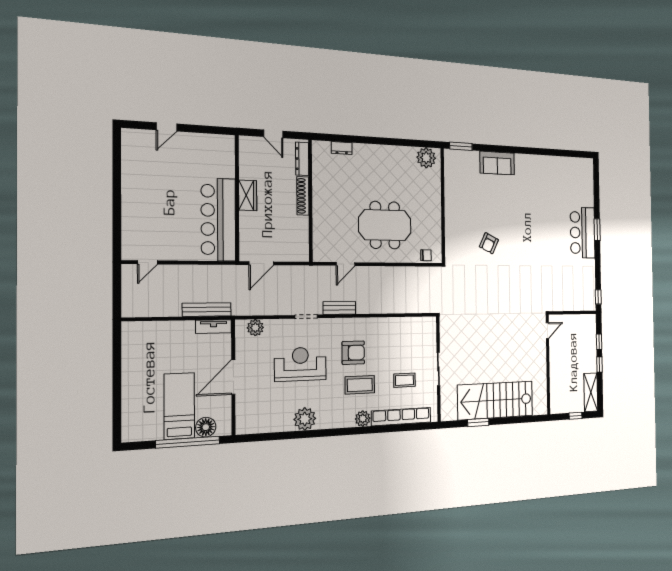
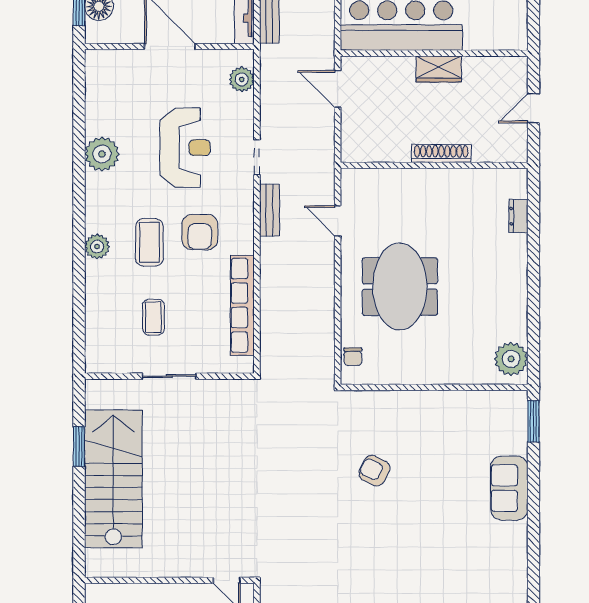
dresser: (302, 159) -> (498, 153), removed
row of seats: (401, 417) -> (242, 305), moved, turned 180

